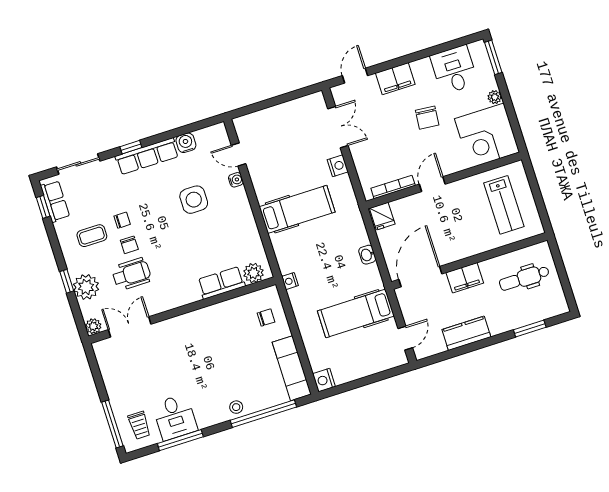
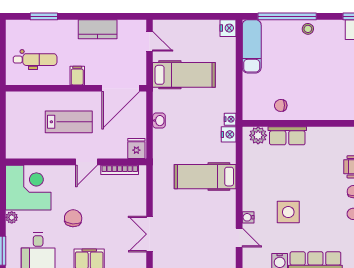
nightstand: (338, 166) -> (229, 134), moved, turned 180
lab bench: (504, 205) -> (69, 122), moved, turned 90
filing cabinet: (465, 278) -> (77, 76), width x0.50
chair: (266, 317) -> (281, 105), moved
door: (405, 338) -> (150, 41), swing flipped

